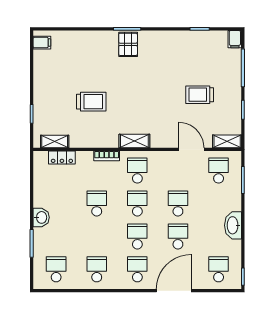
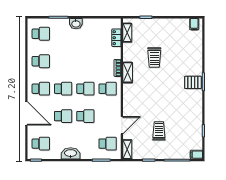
shelving: (134, 141) -> (128, 72), moved
school desk: (97, 204) -> (85, 61), removed

